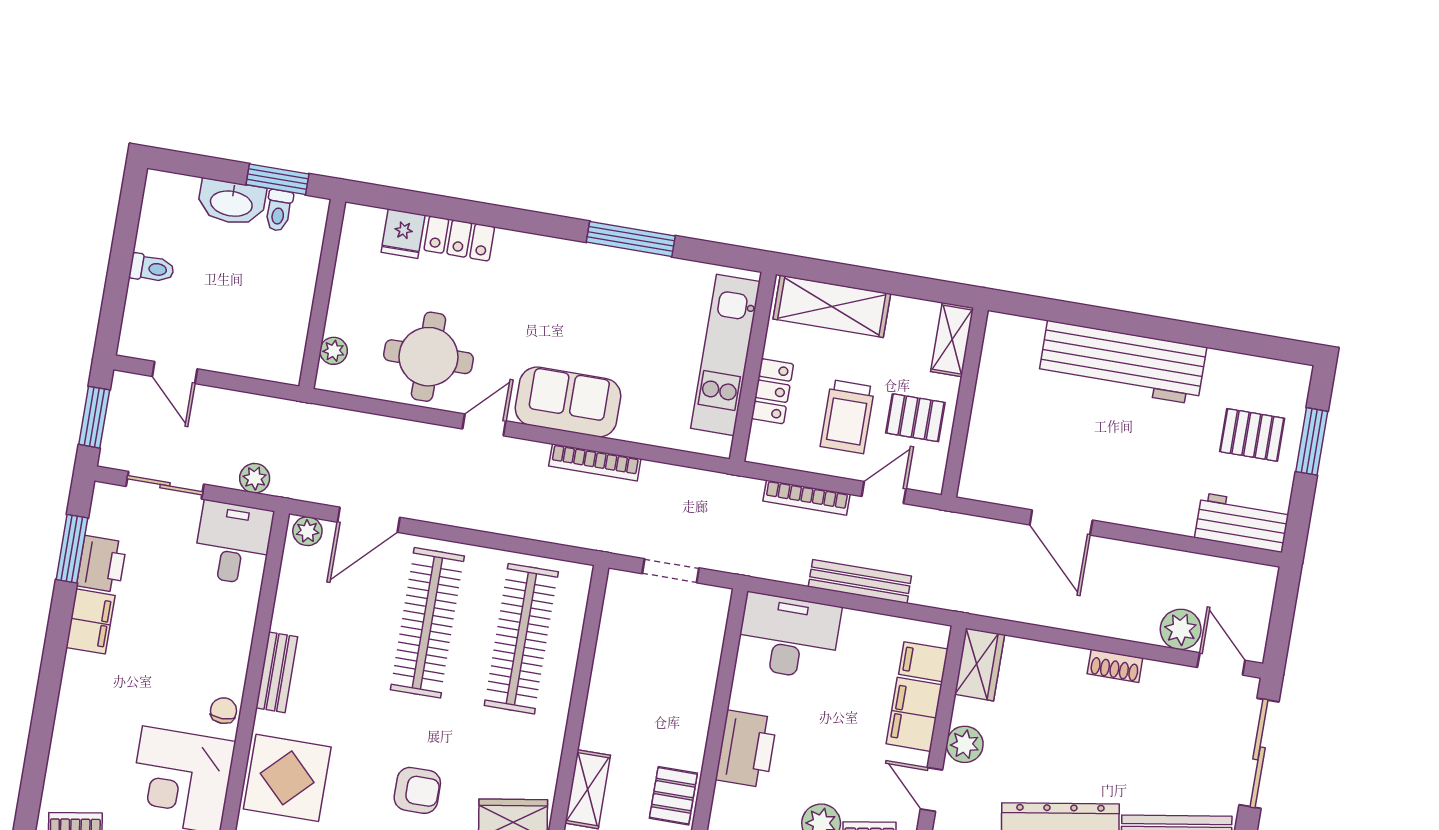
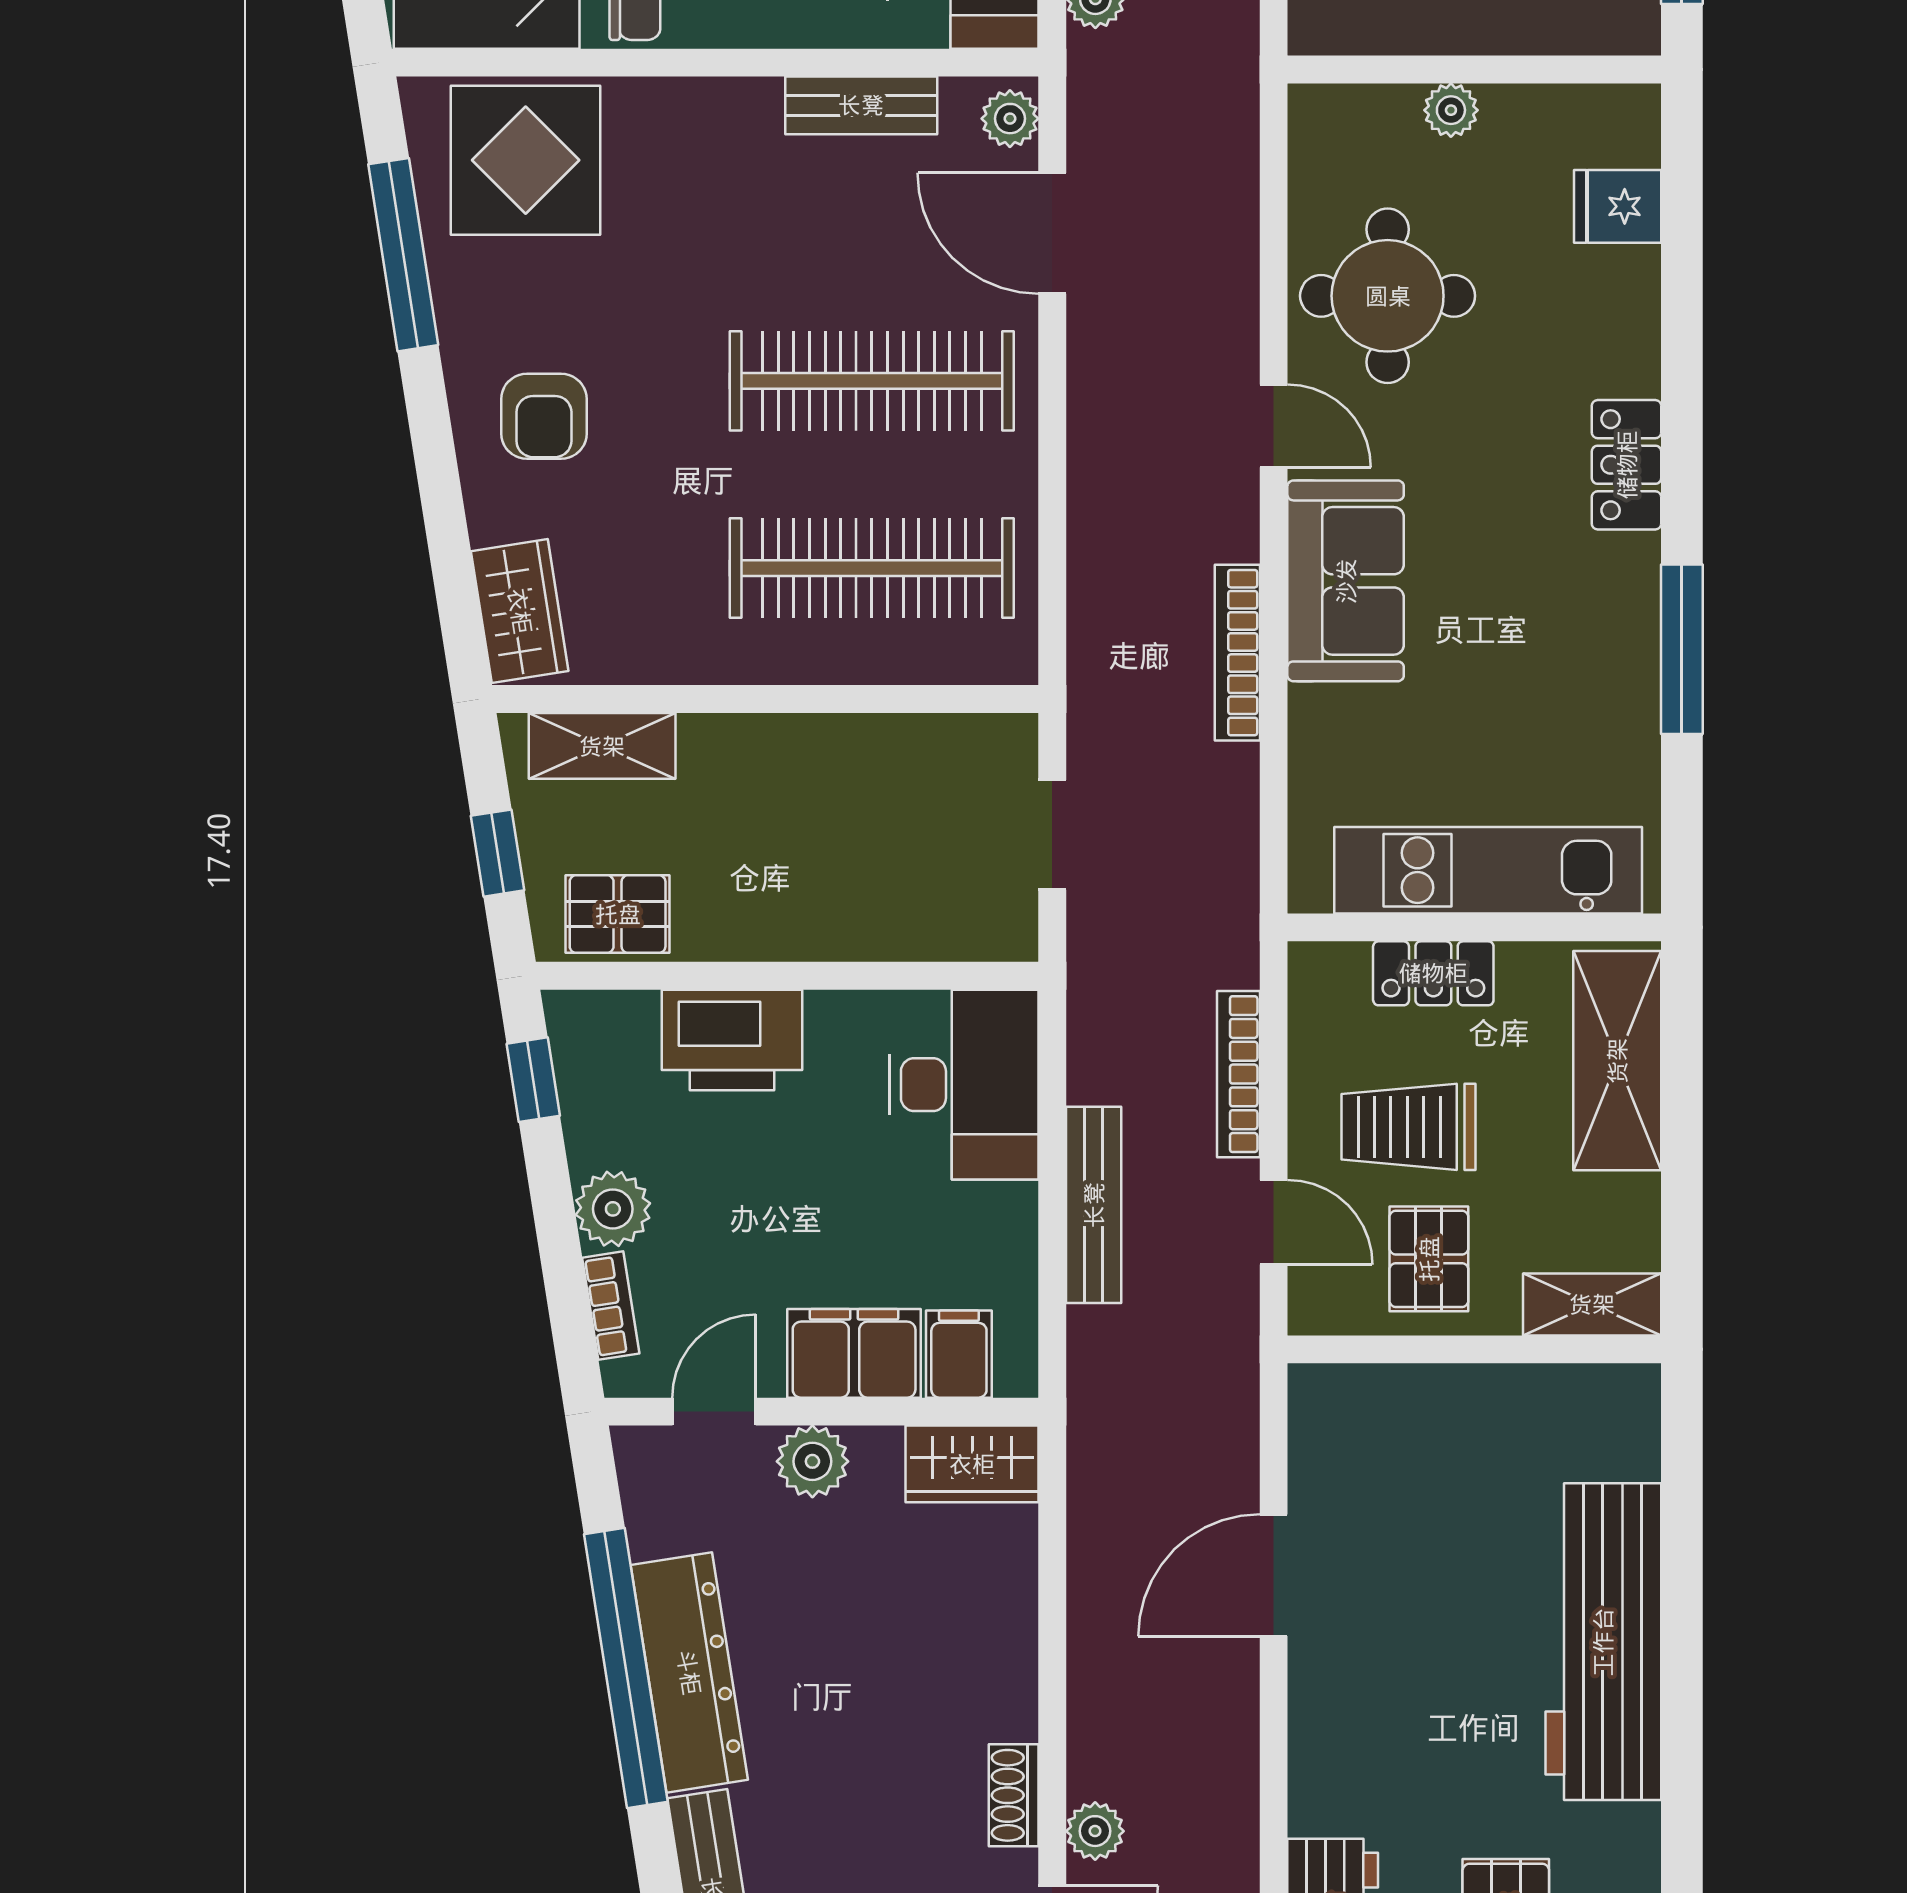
locker: (459, 239) -> (1627, 465), moved
plant: (334, 351) -> (1451, 110), moved
plant: (1181, 629) -> (1095, 1831), width x0.73, depth x0.73
shoe rack: (1115, 666) -> (1014, 1795), moved
bench: (277, 672) -> (861, 105), moved

